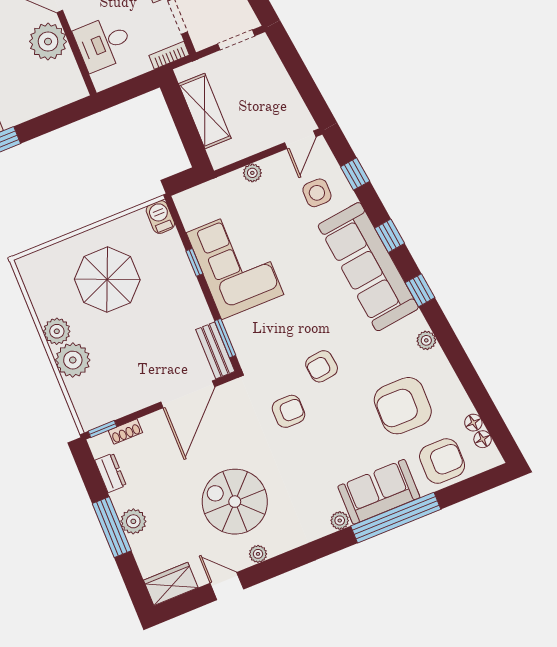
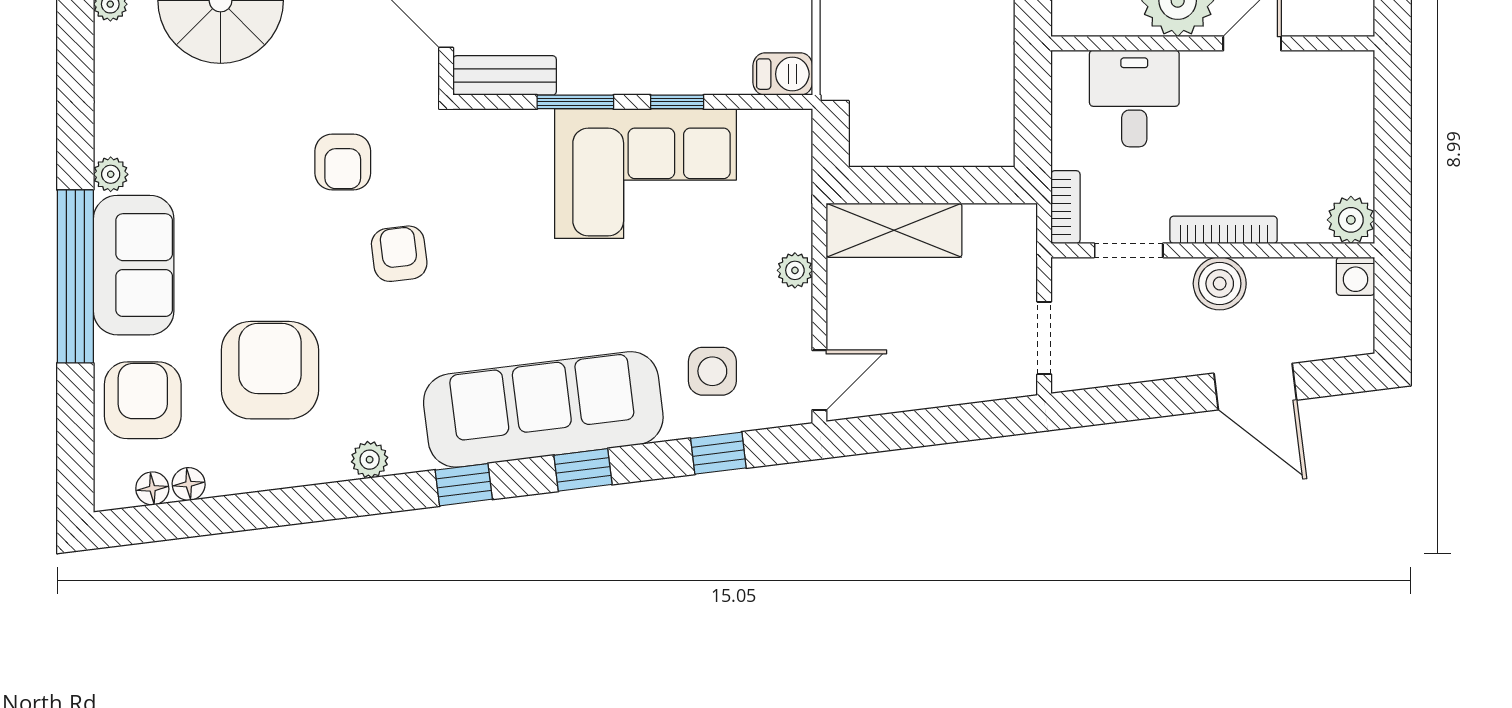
shelving: (205, 111) -> (894, 230), moved
door: (300, 140) -> (819, 380), swing flipped
window: (225, 338) -> (575, 102), moved
armchair: (442, 461) -> (143, 400), turned 180

